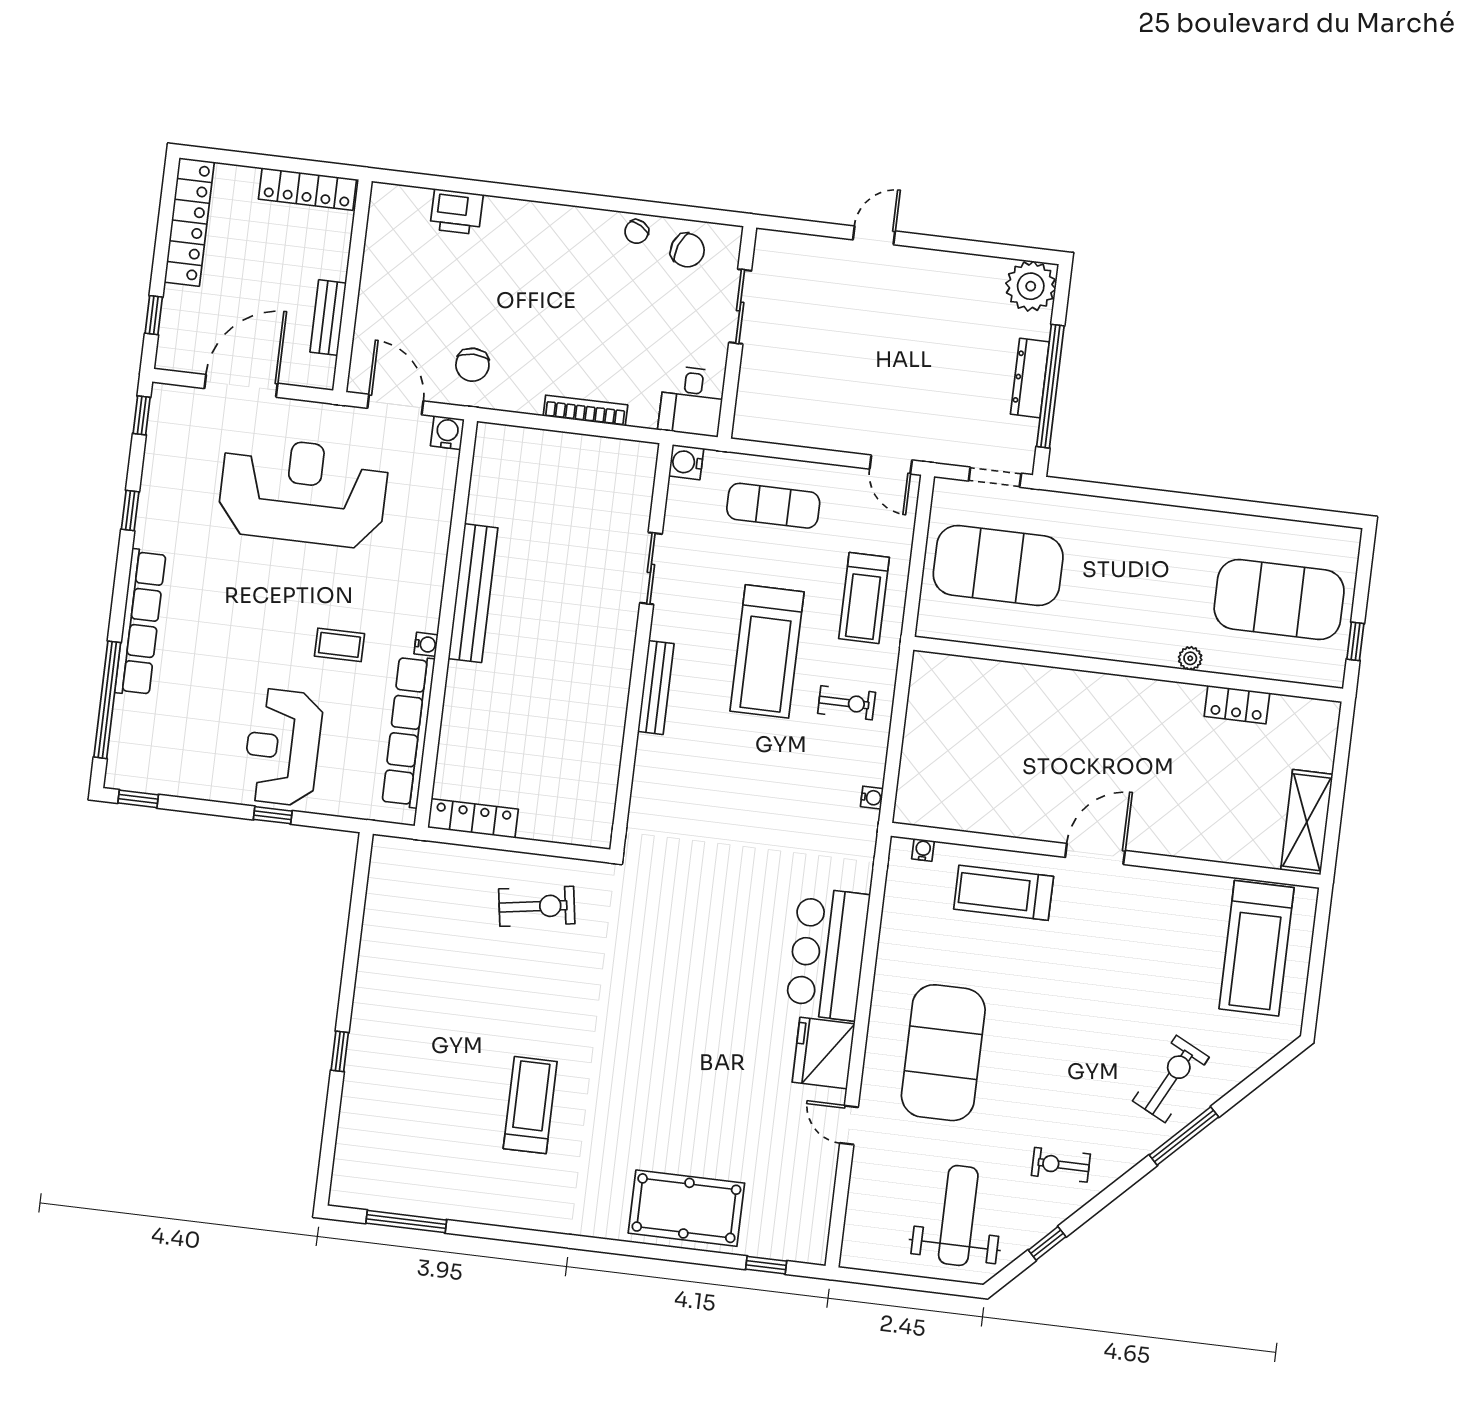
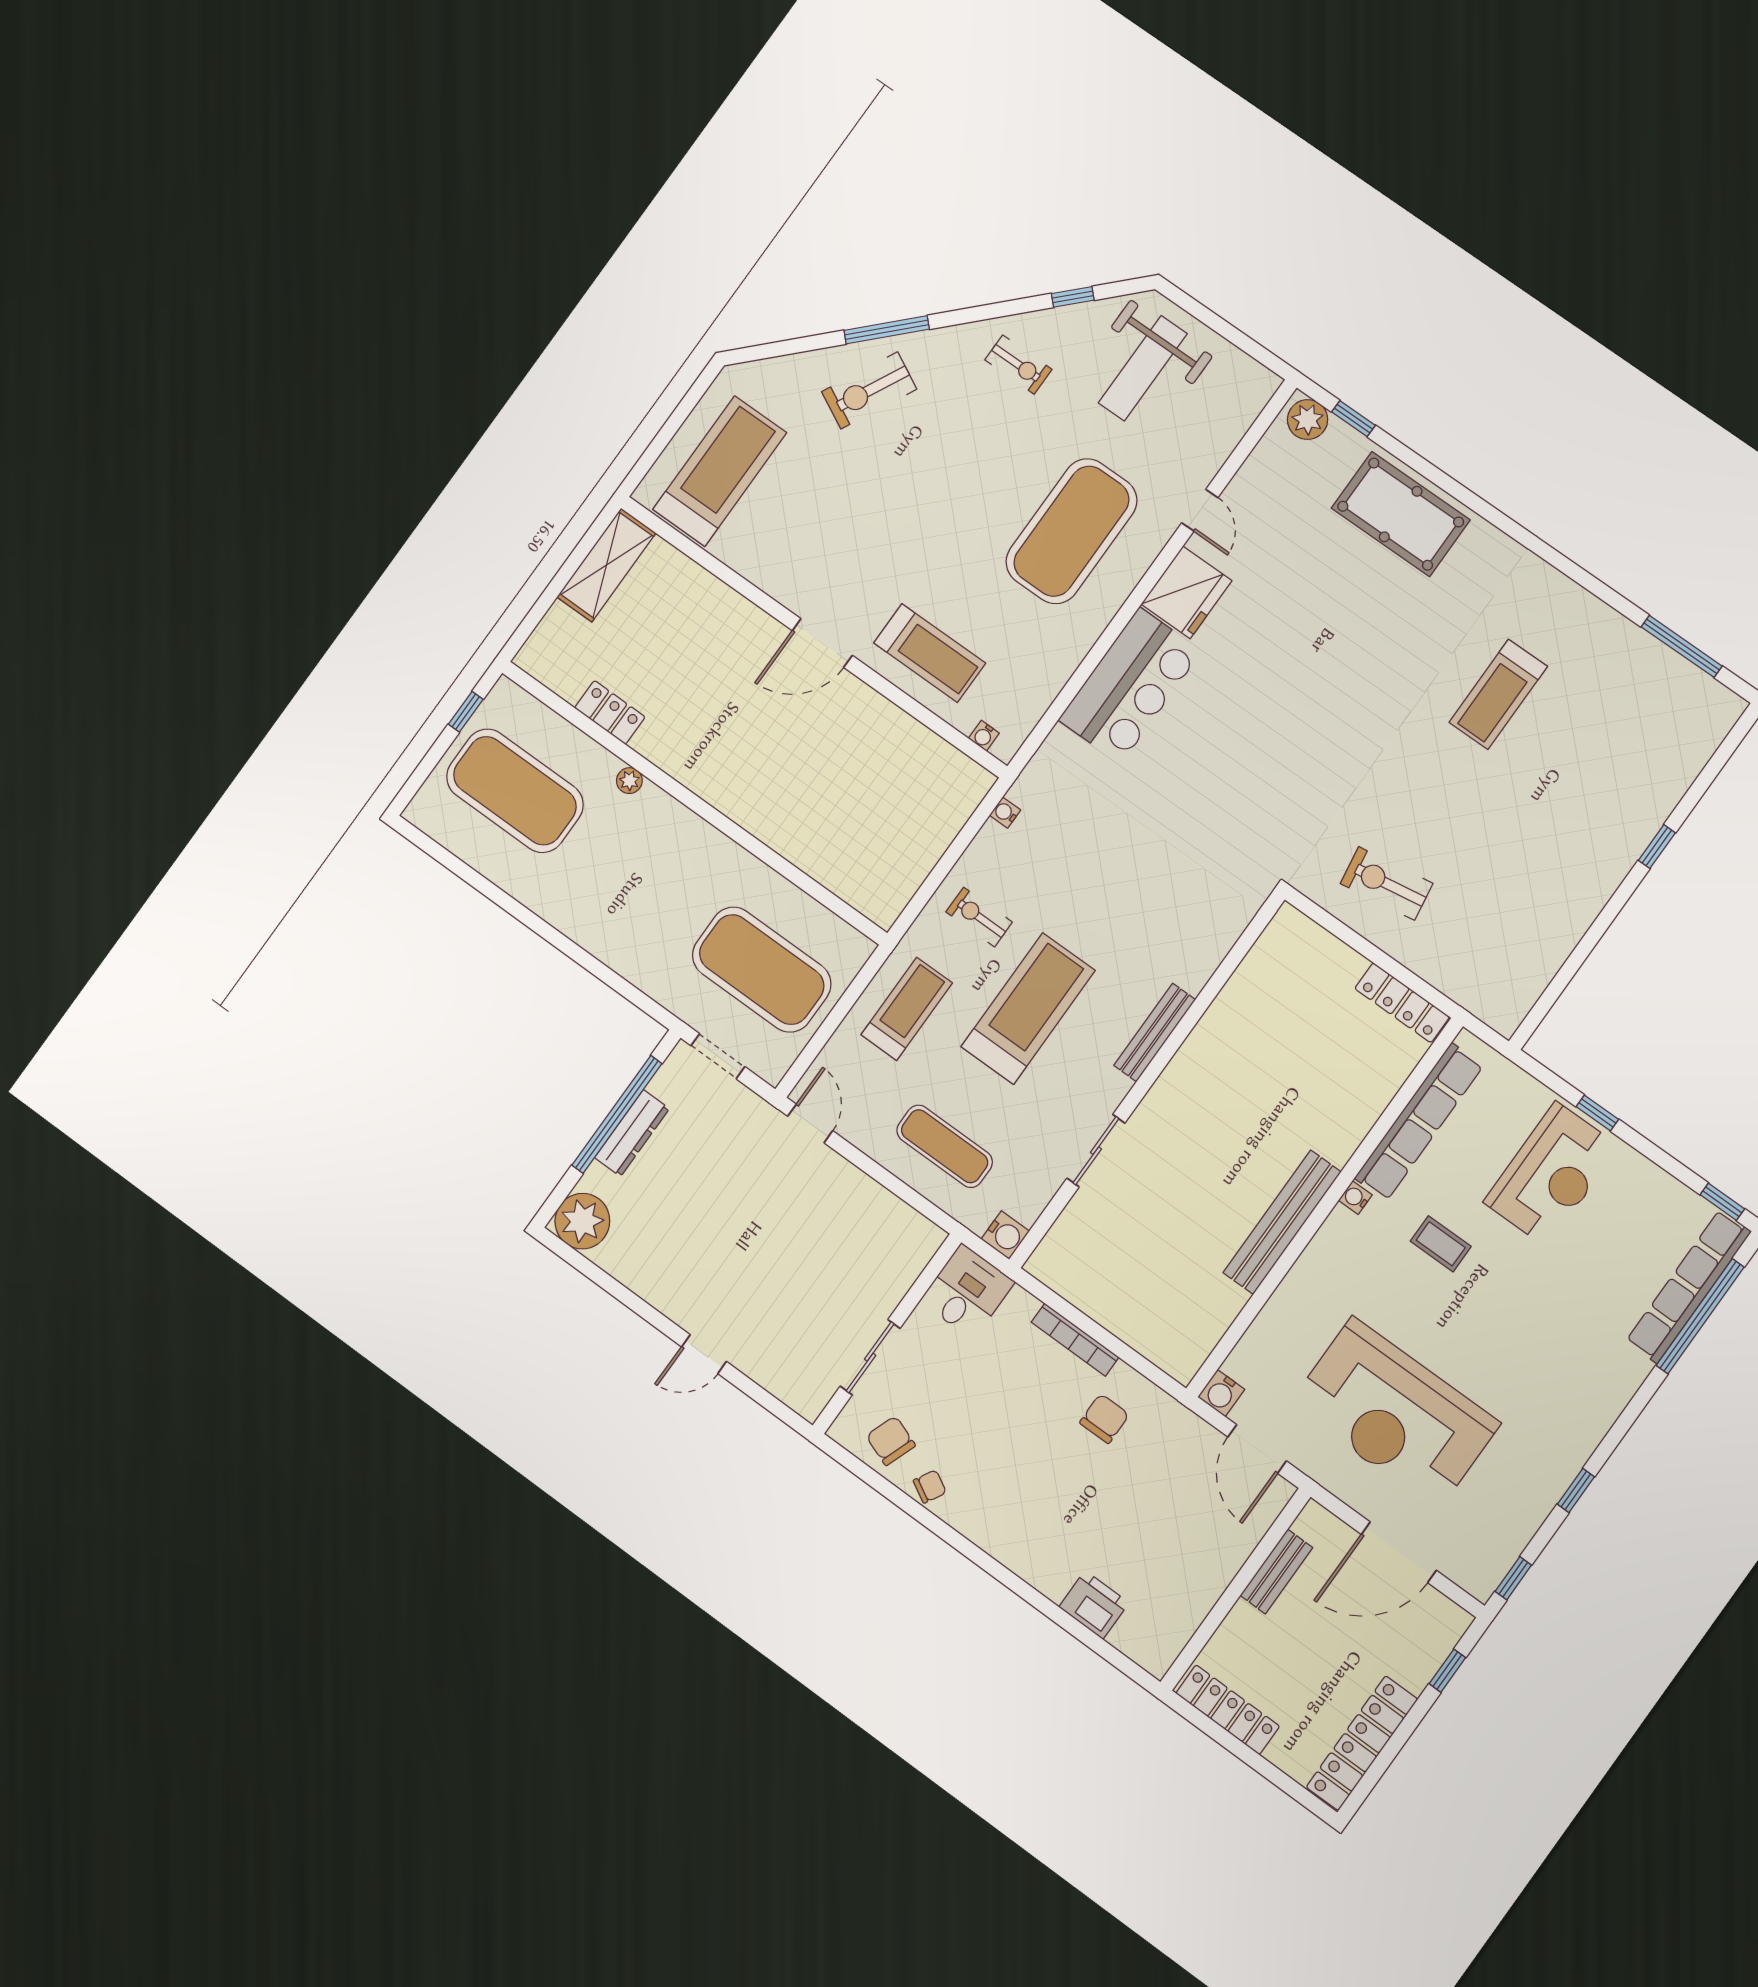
chair: (472, 365) -> (1104, 1419), moved
row of seats: (140, 623) -> (1689, 1286), moved
plant: (803, 1245) -> (1308, 420), added

